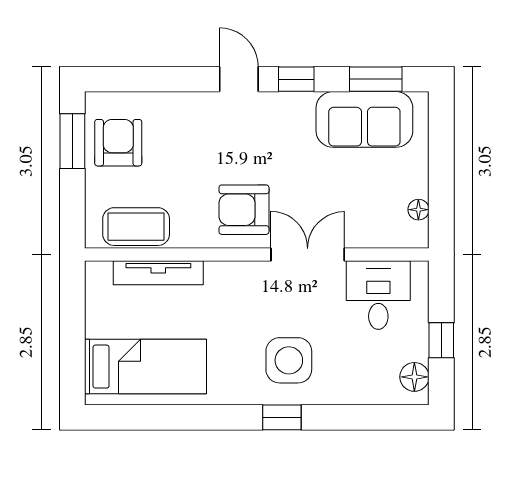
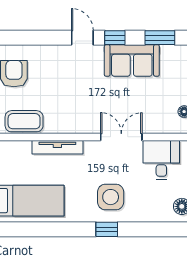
sofa: (364, 119) -> (132, 60), moved
armchair: (244, 210) -> (85, 112), removed
tv unit: (158, 273) -> (57, 147), moved

